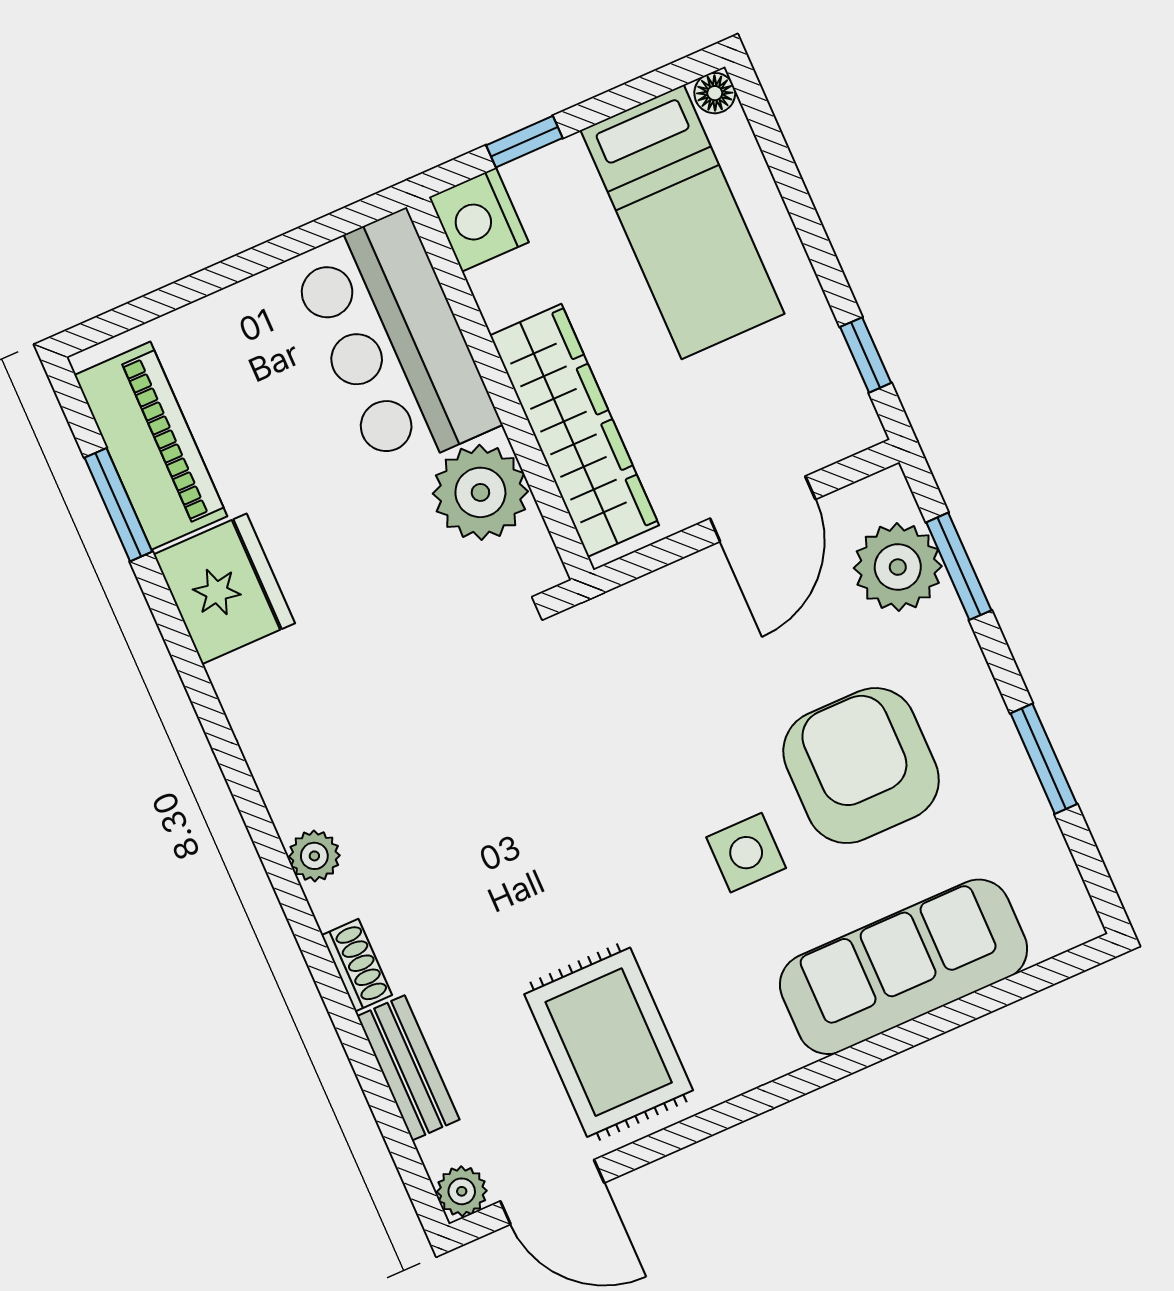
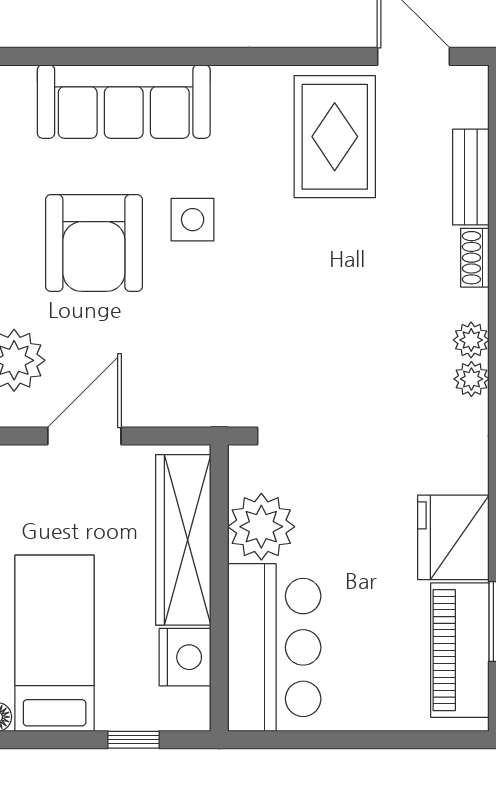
nightstand: (479, 220) -> (185, 657), moved
plant: (462, 1191) -> (471, 379), moved

